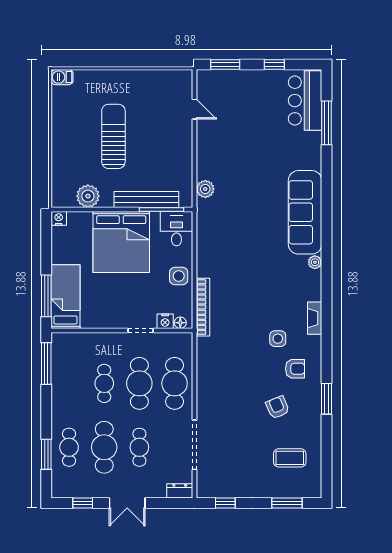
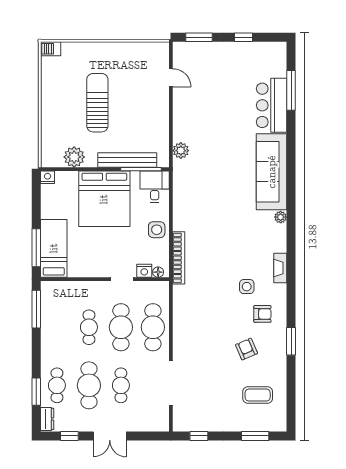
bar counter: (305, 101) -> (272, 105), moved
dresser: (180, 491) -> (47, 419), moved, turned 90

